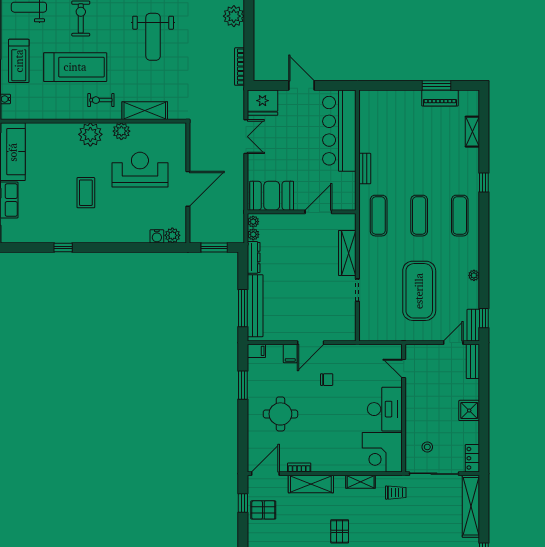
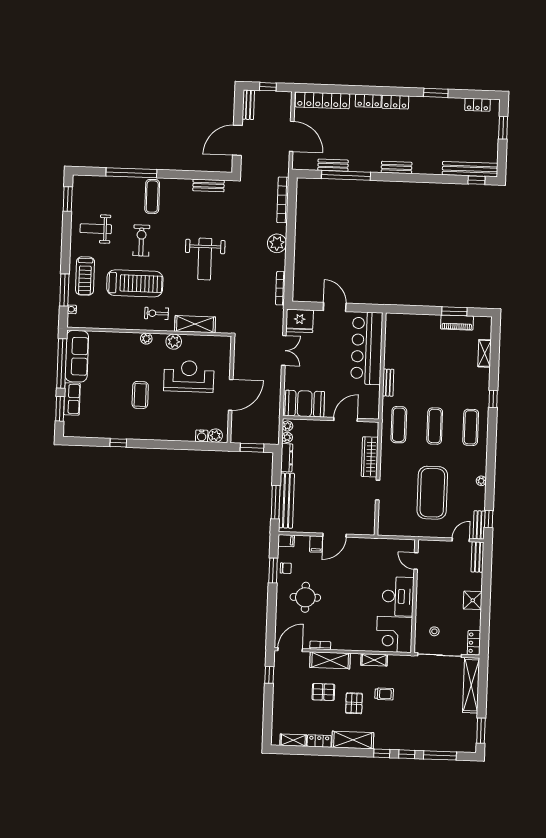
plant: (90, 134) -> (146, 339), width x0.53, depth x0.53
chair: (327, 380) -> (286, 568), moved
trolley: (396, 493) -> (384, 694), moved
pallet: (263, 510) -> (323, 692), moved

